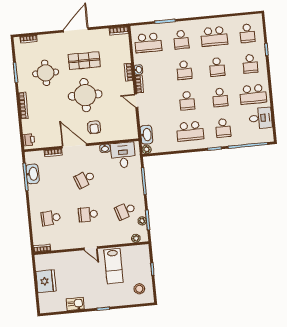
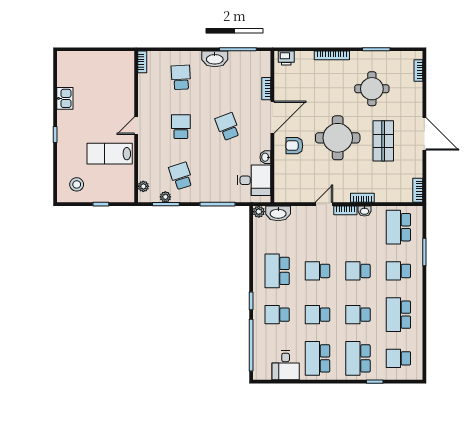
school desk: (250, 64) -> (358, 358), width x1.85
washbasin: (33, 174) -> (215, 59), moved
fridge: (46, 281) -> (98, 63), removed

